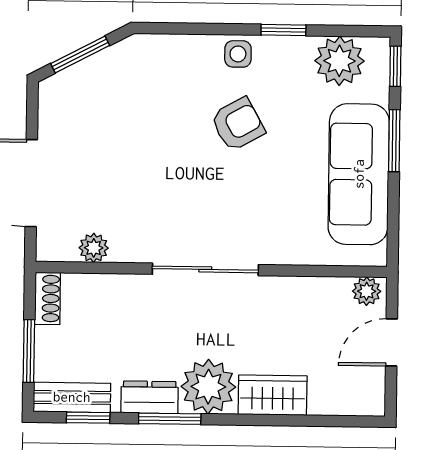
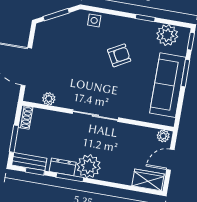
side table: (238, 54) -> (94, 20), moved
wardrobe: (273, 395) -> (148, 180), moved

